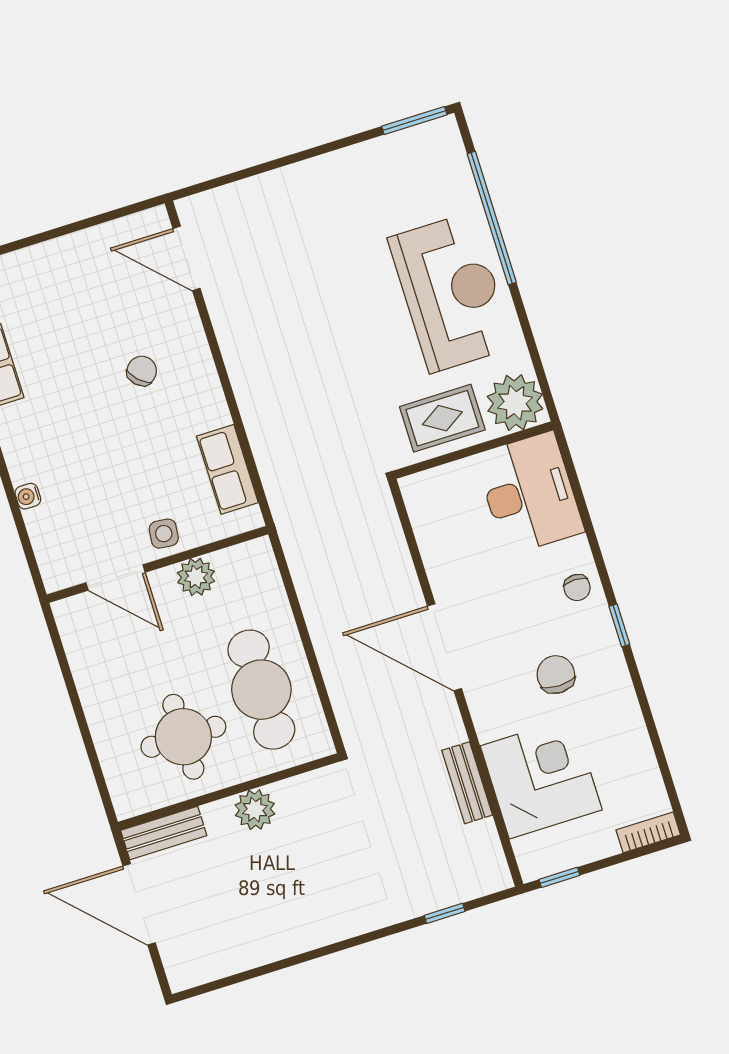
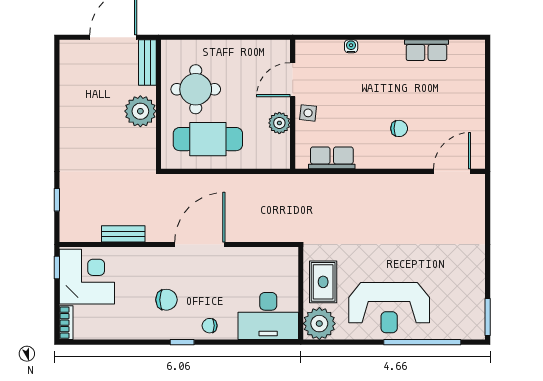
chair: (142, 371) -> (399, 128), turned -45
corner desk: (541, 778) -> (87, 277), moved, turned -90
plant: (255, 810) -> (140, 111), width x1.36, depth x1.36

